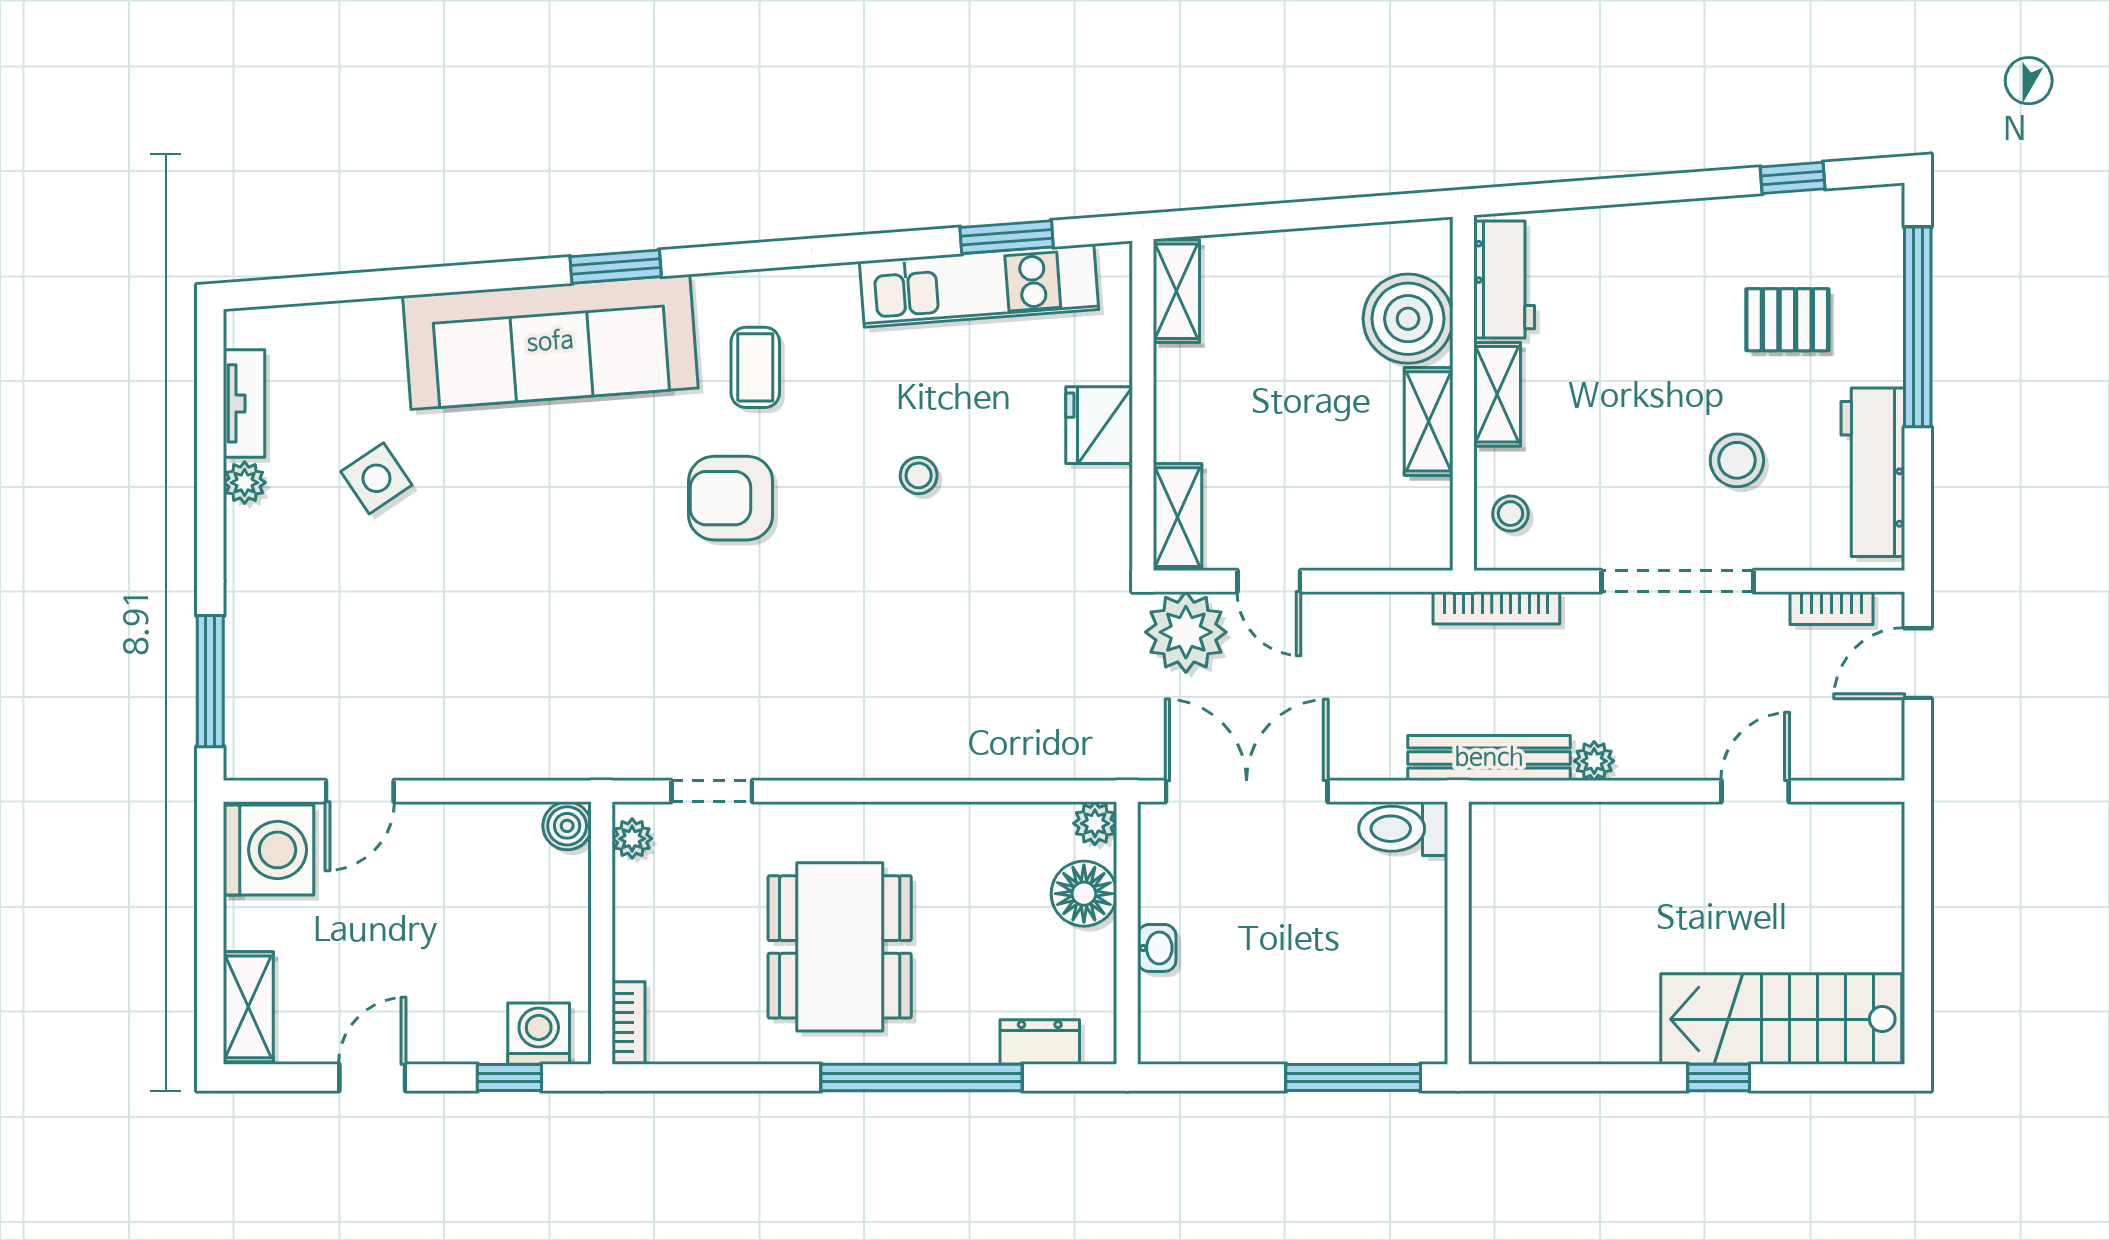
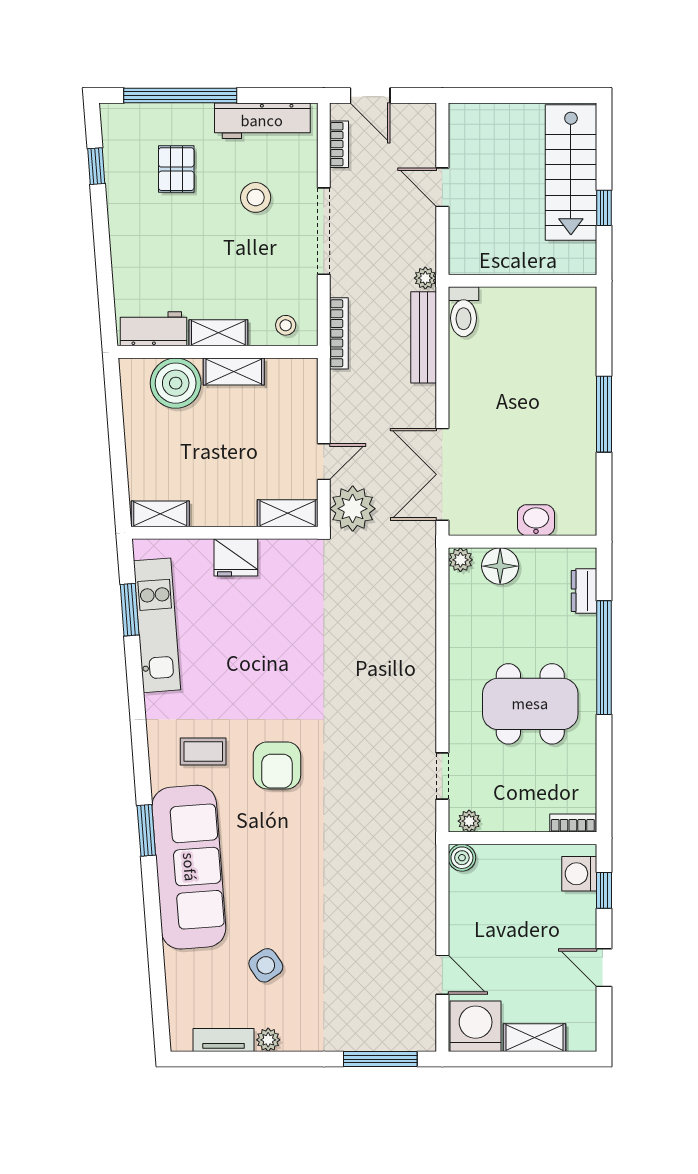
stool: (919, 475) -> (264, 659), removed
toilet: (1403, 829) -> (464, 312), moved
wall: (1458, 933) -> (522, 281), moved
washbasin: (1157, 948) -> (536, 520), width x1.38, depth x1.45
shelving: (248, 1007) -> (534, 1038), moved

